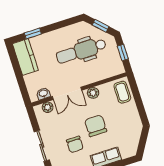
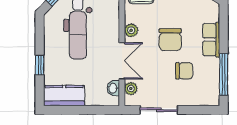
window: (33, 33) -> (40, 65), moved
chair: (96, 126) -> (170, 40), turned -90
sliding door: (42, 146) -> (159, 110), moved

